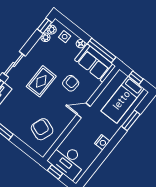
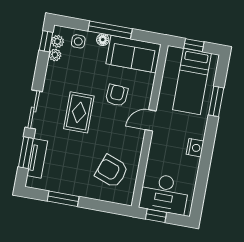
window: (102, 50) -> (110, 30), moved

